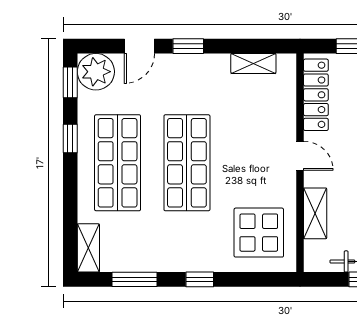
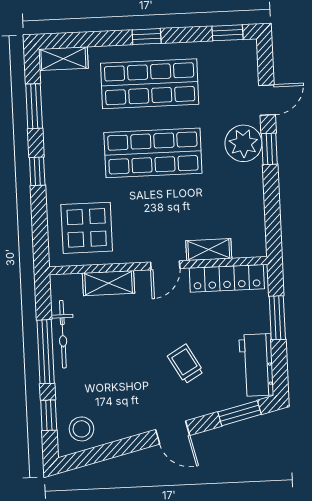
door: (139, 46) -> (267, 100), swing flipped
shelving: (253, 63) -> (209, 250), moved, turned 90
plant: (96, 72) -> (243, 143), moved
window: (70, 138) -> (147, 37), moved

